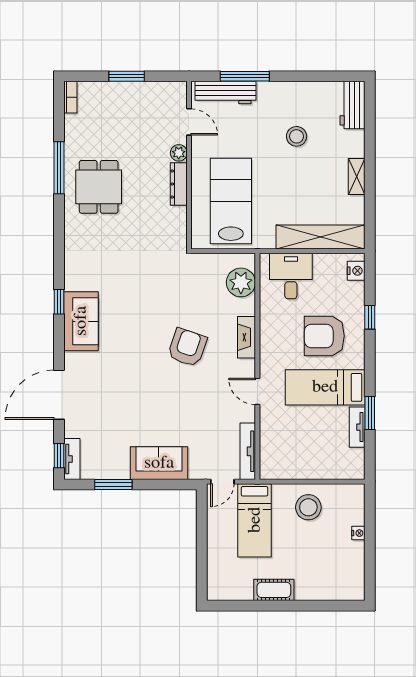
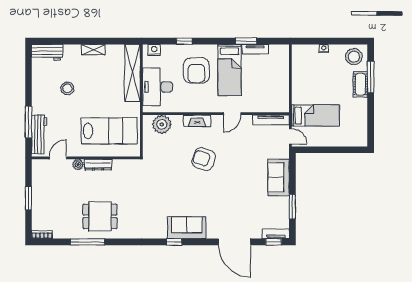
lab bench: (231, 201) -> (109, 131), turned 180
desk: (291, 276) -> (158, 87), width x1.37
stool: (308, 507) -> (354, 57), moved
cot: (274, 590) -> (360, 84), moved
window: (314, 606) -> (371, 77), added

